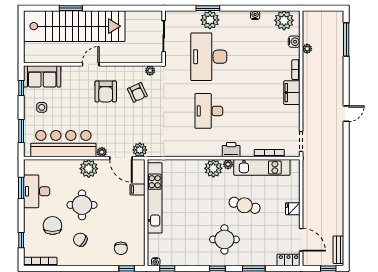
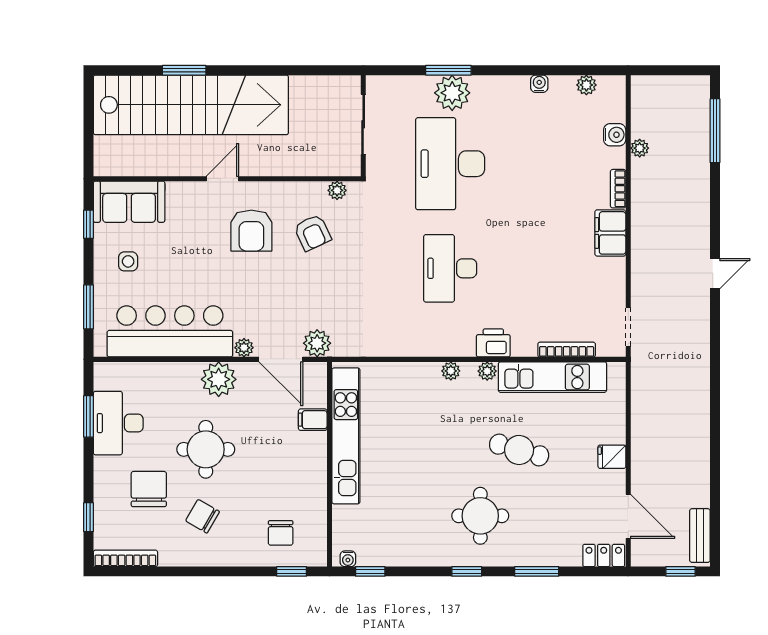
plant: (284, 20) -> (586, 85), width x0.53, depth x0.53
plant: (213, 168) -> (451, 371), width x0.53, depth x0.53

